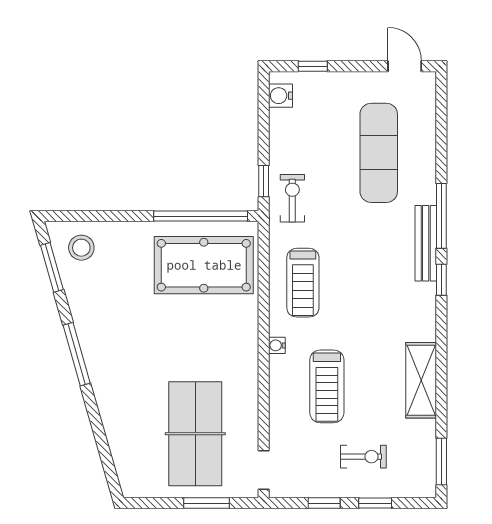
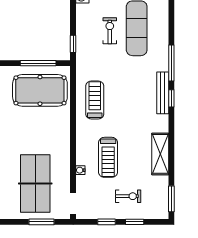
exercise bike: (292, 198) -> (110, 31), moved
window: (201, 216) -> (38, 63), width x0.68
bench: (426, 243) -> (163, 93), moved
treadmill: (303, 283) -> (95, 100), turned 180
water cooler: (277, 345) -> (80, 170), moved

